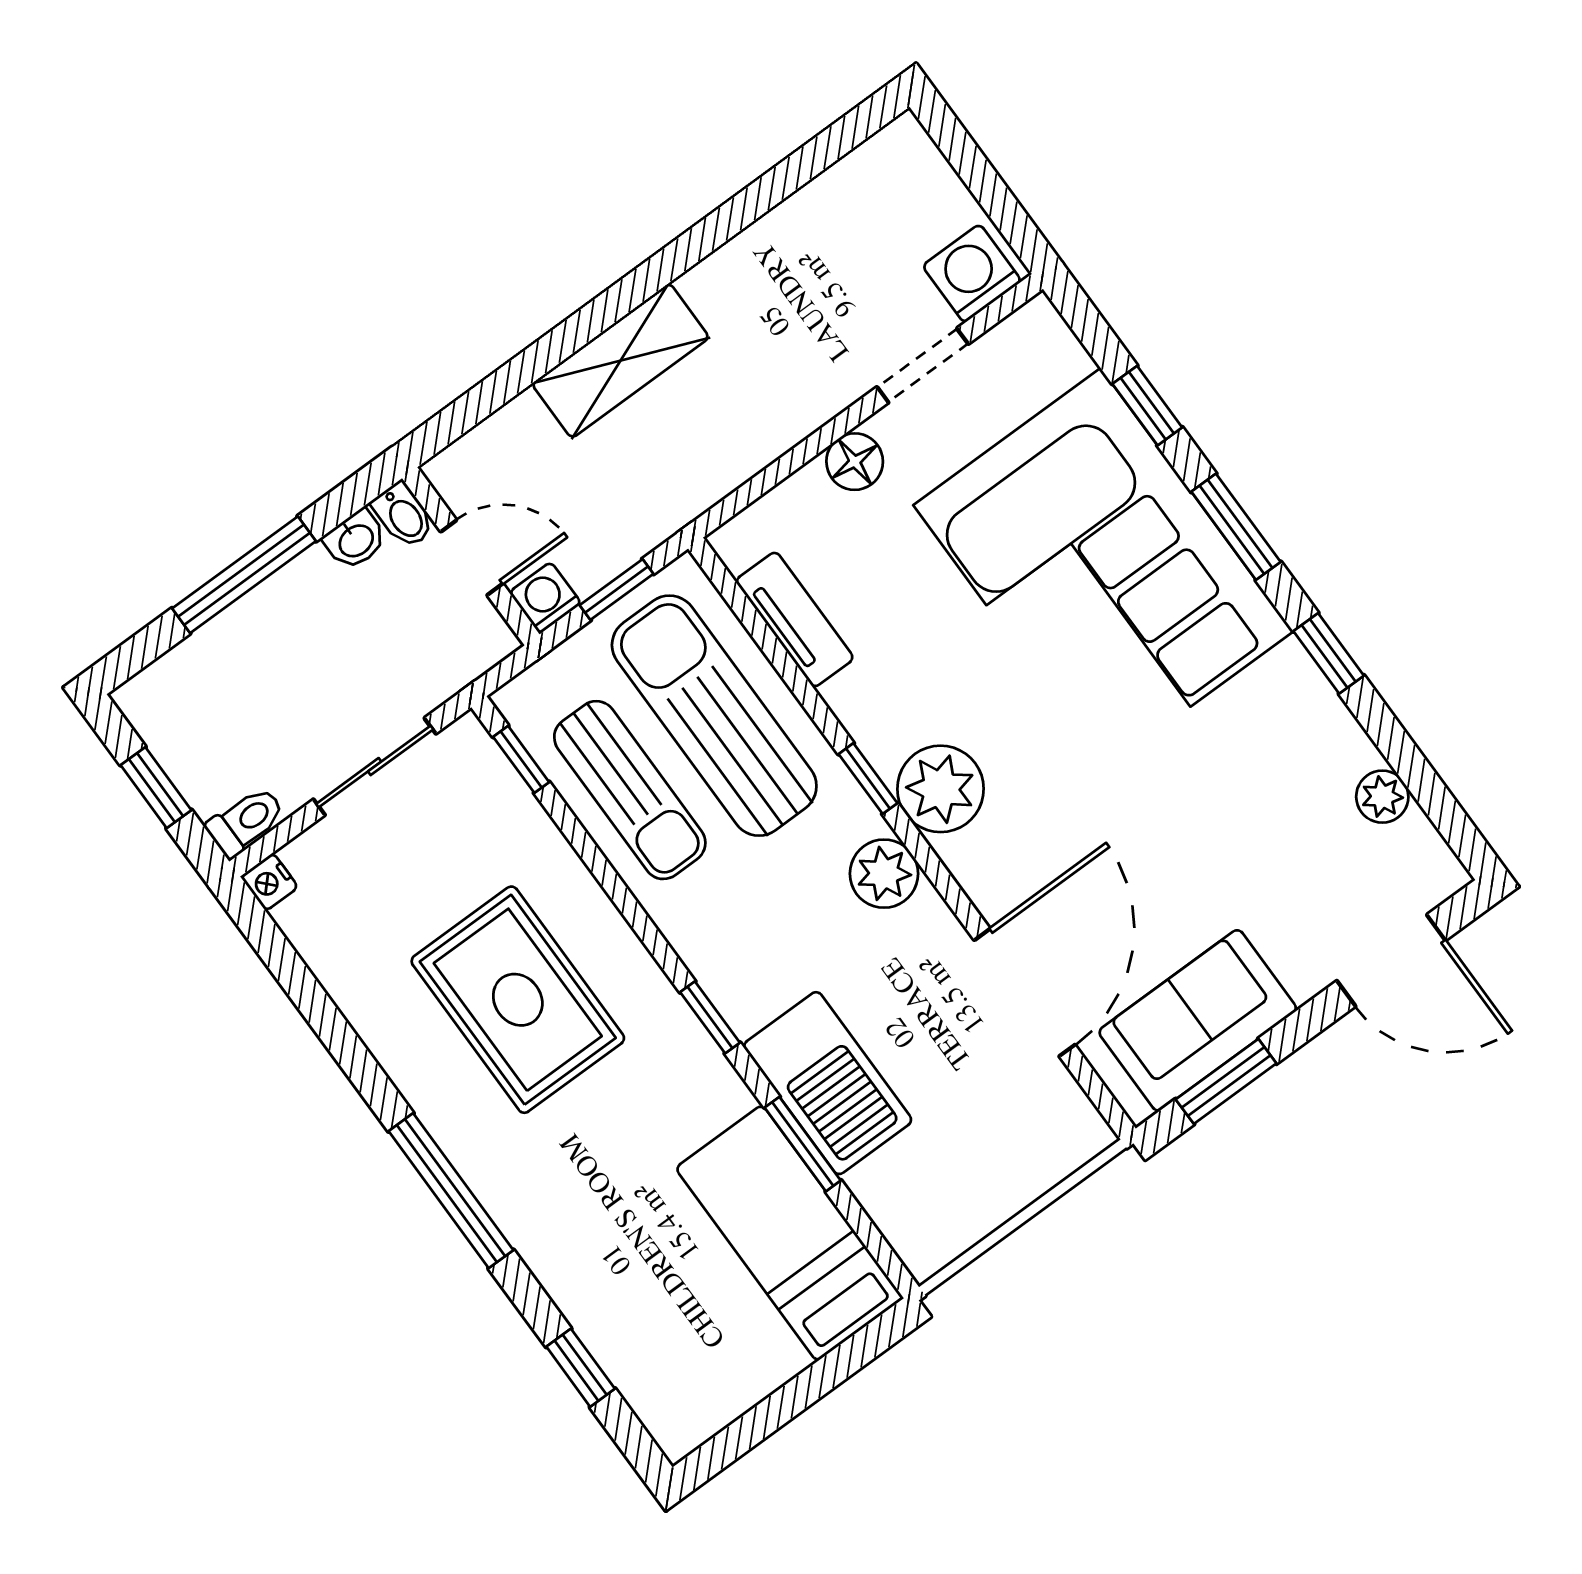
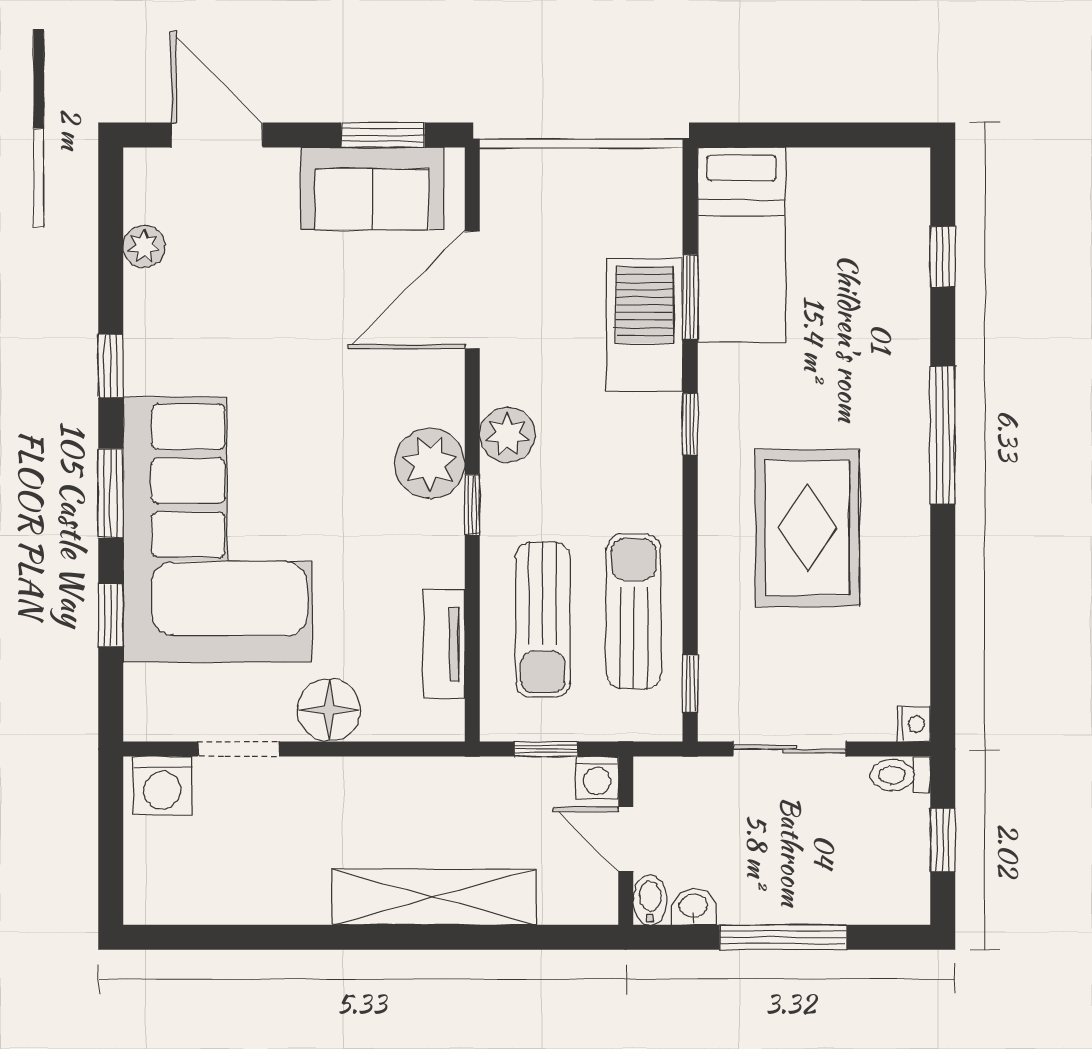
shelving: (620, 361) -> (434, 897), width x1.47
floor lamp: (855, 462) -> (329, 710), width x1.38, depth x1.38
sun lounger: (714, 716) -> (543, 620), width x0.73, depth x0.75

